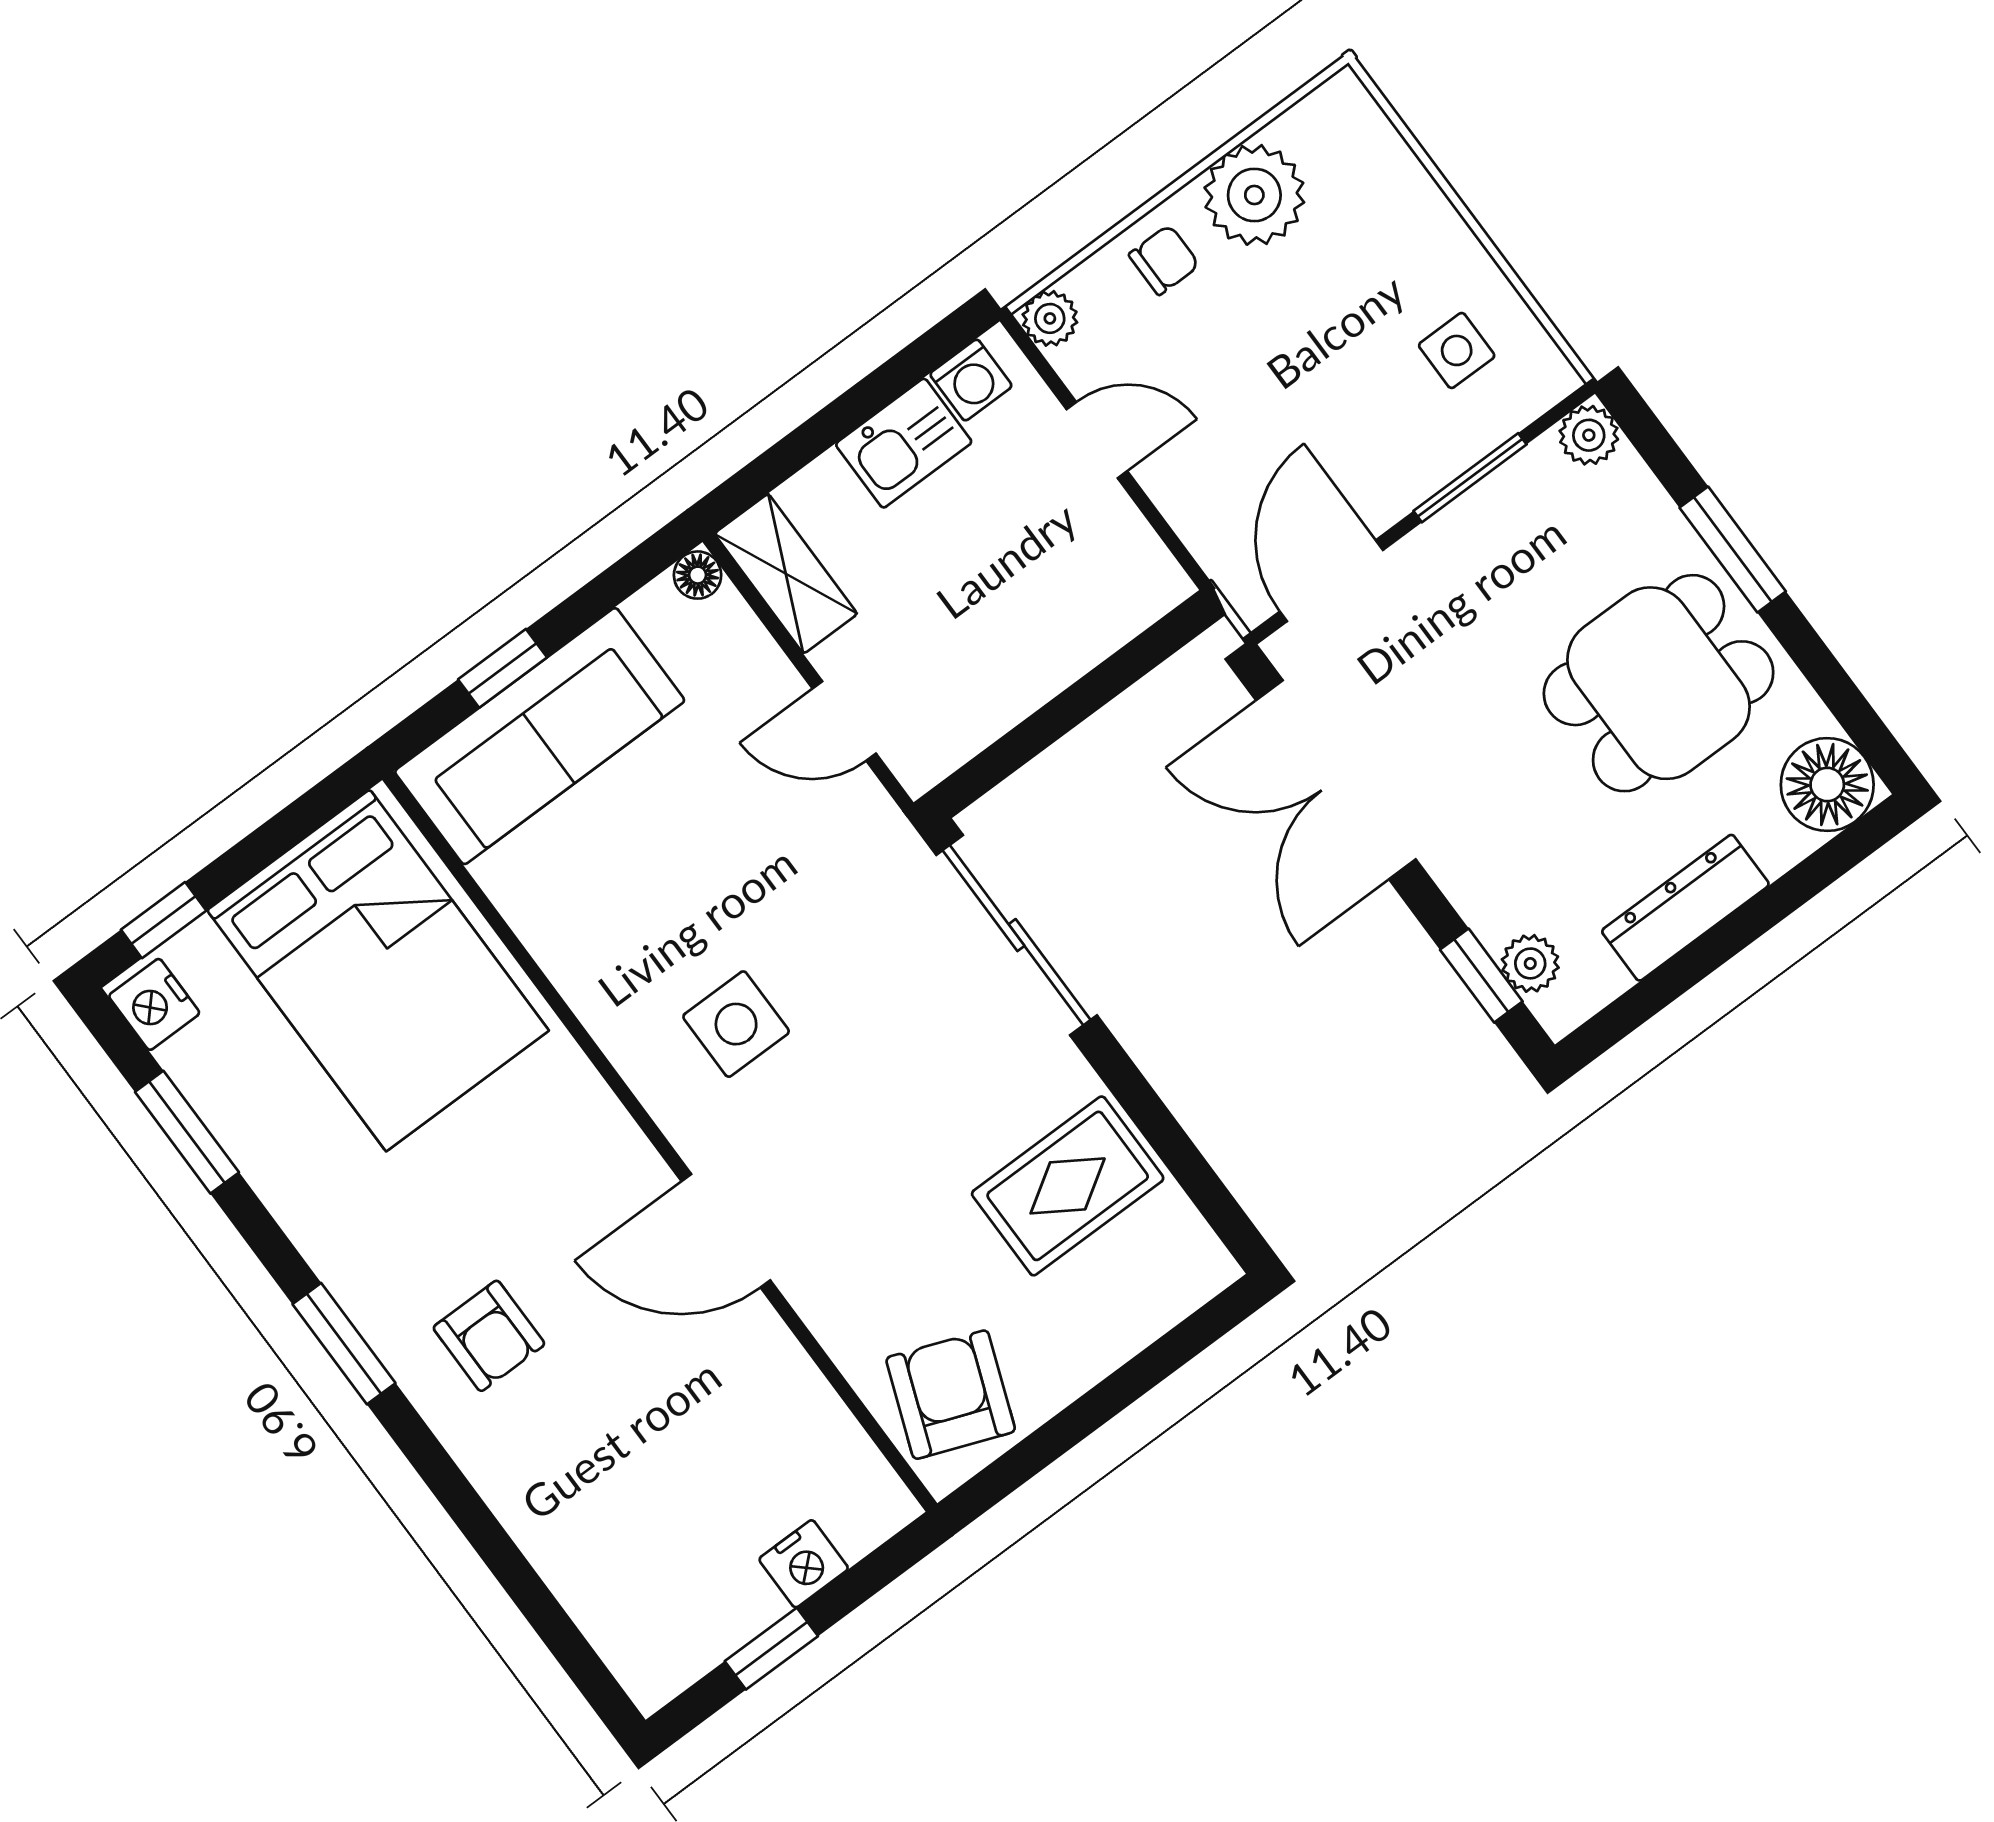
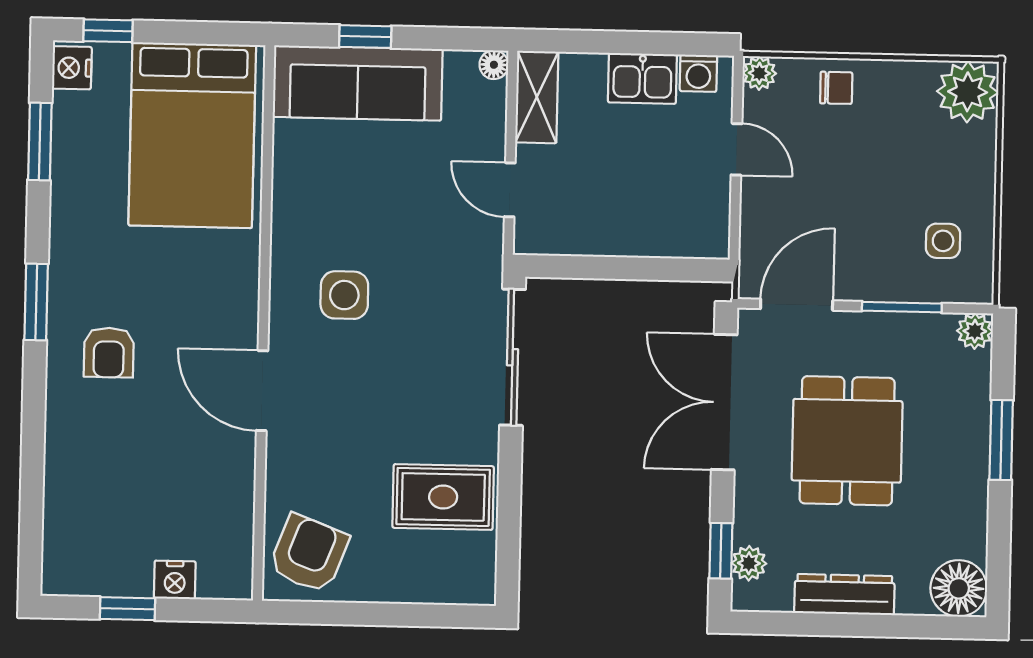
plant: (1254, 195) -> (968, 92), moved
dining table: (1659, 683) -> (847, 441), moved, turned 90

